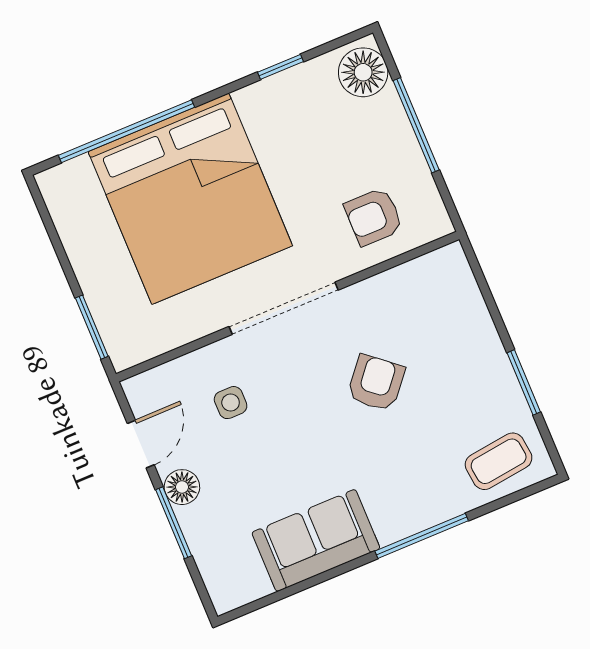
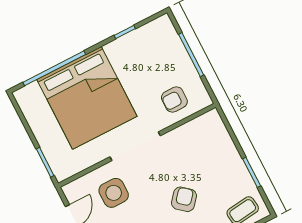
floor lamp: (363, 72) -> (164, 32), removed
armchair: (376, 383) -> (184, 199), moved
side table: (231, 403) -> (114, 193), width x1.87, depth x1.87

